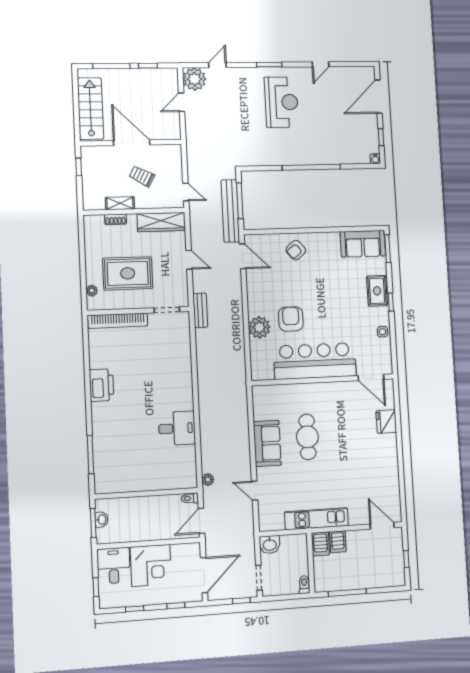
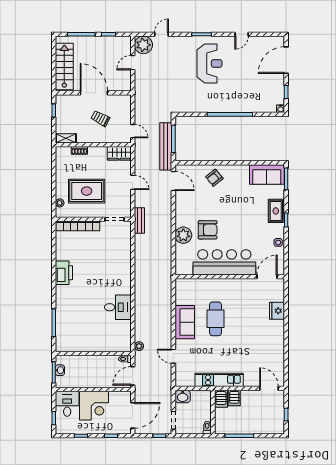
shelving: (120, 203) -> (66, 138), moved
wardrobe: (161, 222) -> (119, 153), width x0.67
armchair: (291, 319) -> (208, 230), turned 90
door: (371, 377) -> (267, 277), swing flipped

